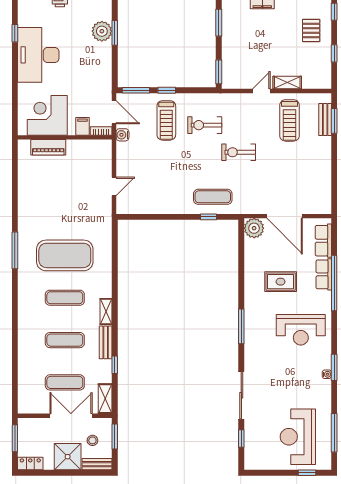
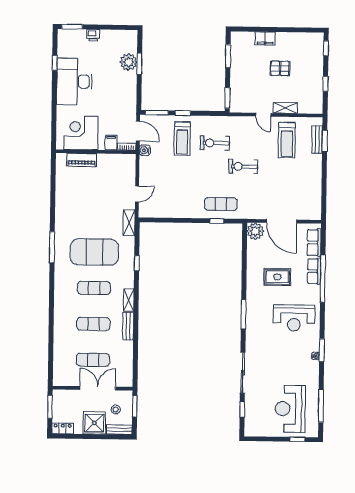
pallet: (311, 30) -> (280, 68), moved, turned 90
door: (261, 91) -> (263, 115), swing flipped
window: (115, 365) -> (137, 263), moved
shelving: (105, 399) -> (129, 223), moved

